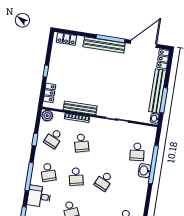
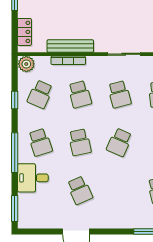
school desk: (109, 147) -> (119, 94), added

